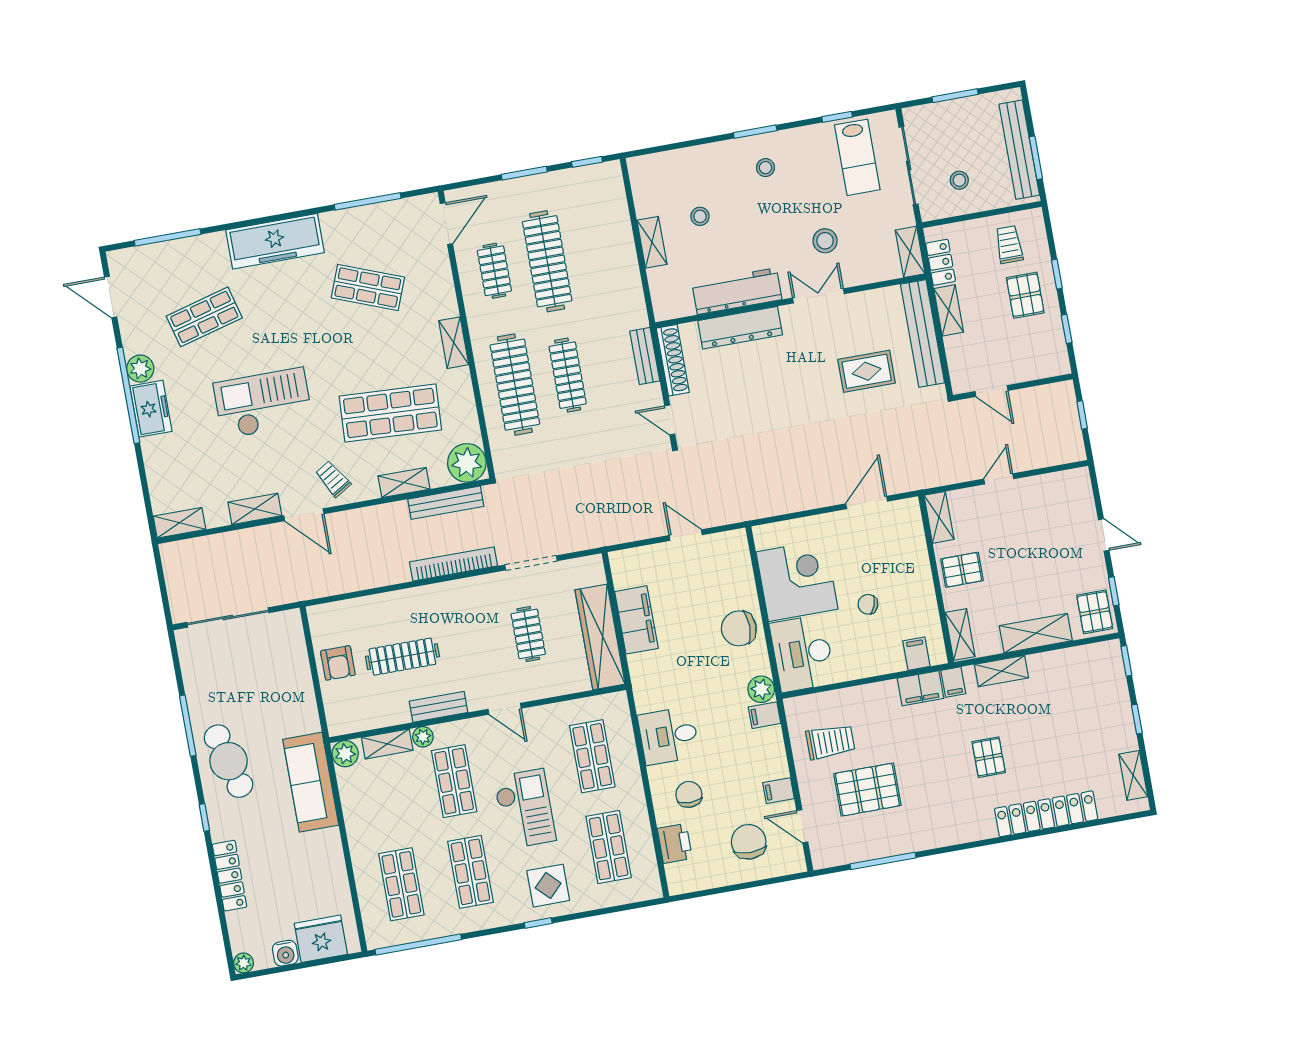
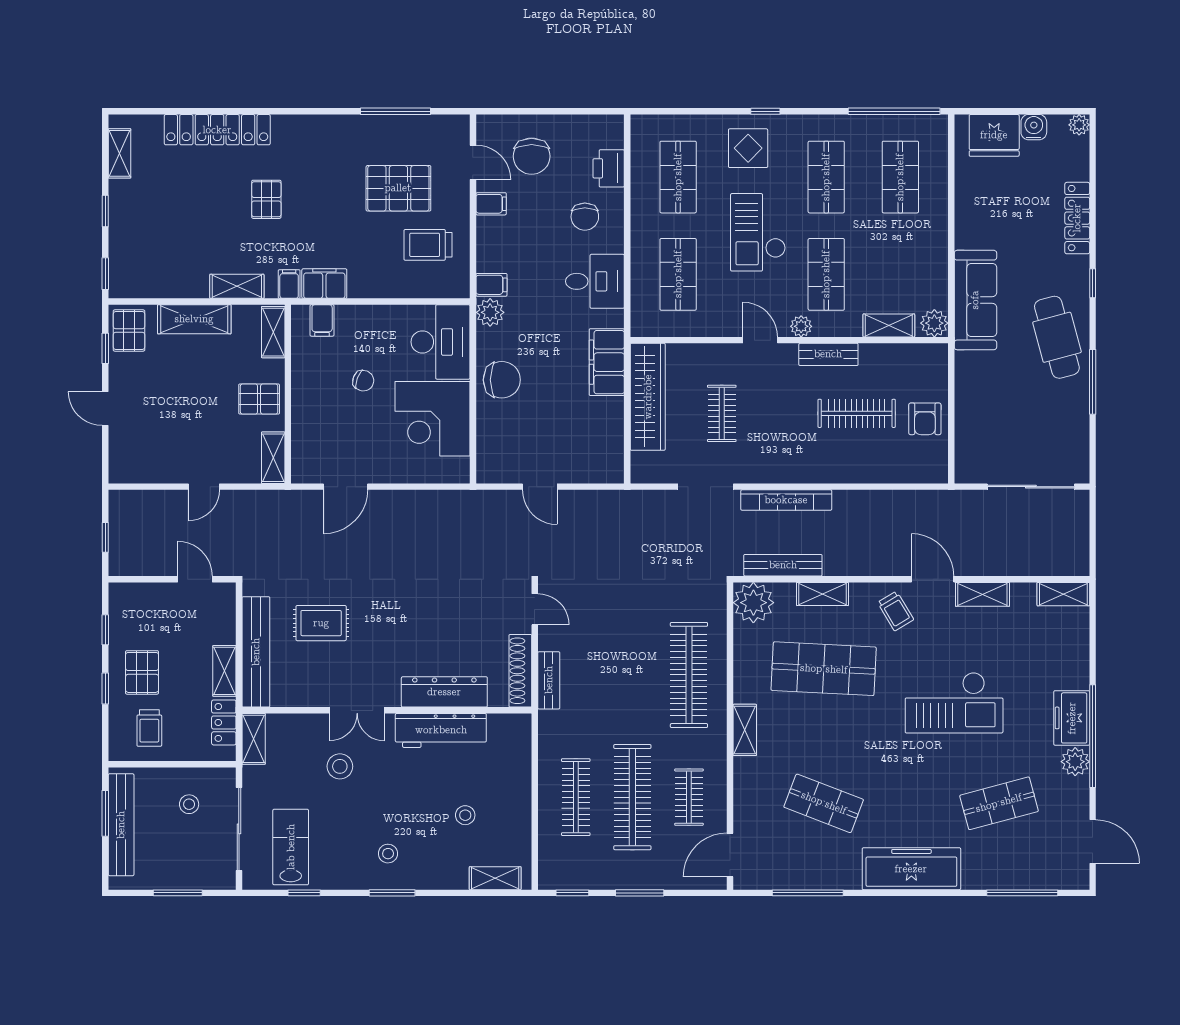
shelving: (652, 242) -> (495, 878), moved, turned 90
clothes rail: (568, 375) -> (576, 797), moved
filing cabinet: (636, 620) -> (607, 362), moved
armchair: (338, 663) -> (925, 419), turned 180
plant: (423, 737) -> (801, 326), moved

